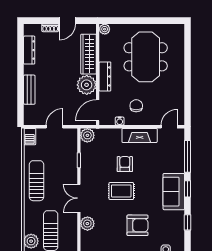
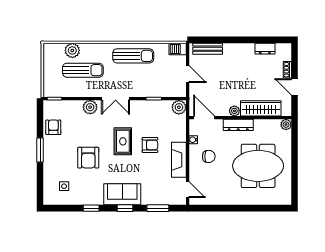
dresser: (29, 50) -> (265, 49), width x0.70
plant: (87, 85) -> (234, 111), width x0.53, depth x0.53
bench: (29, 90) -> (208, 49), moved
window: (187, 156) -> (158, 208), width x0.69
double door: (79, 198) -> (116, 99), swing flipped

